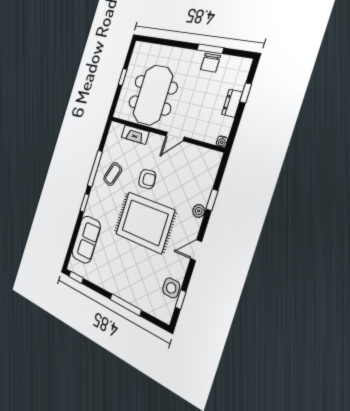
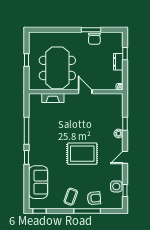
door: (175, 137) -> (85, 92), swing flipped
coffee table: (113, 174) -> (71, 197), moved
armchair: (147, 179) -> (94, 198), moved
rug: (145, 222) -> (82, 154), width x0.73, depth x0.69

